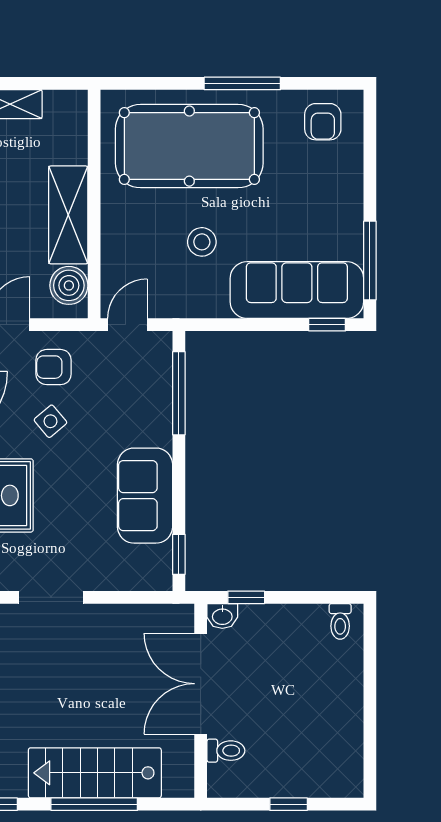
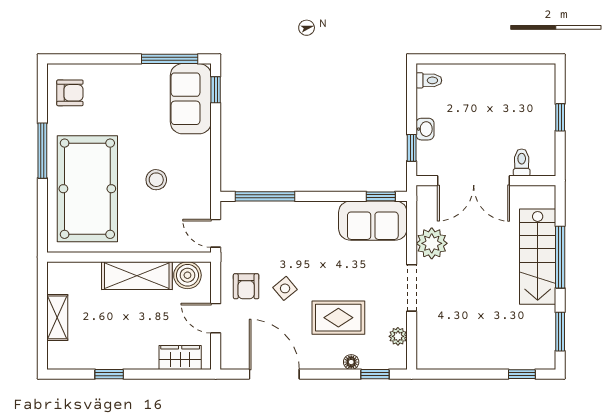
sofa: (297, 290) -> (191, 99), width x0.73
sofa: (145, 496) -> (373, 221), moved
washbasin: (222, 616) -> (425, 129), moved
plant: (113, 625) -> (432, 243), added

